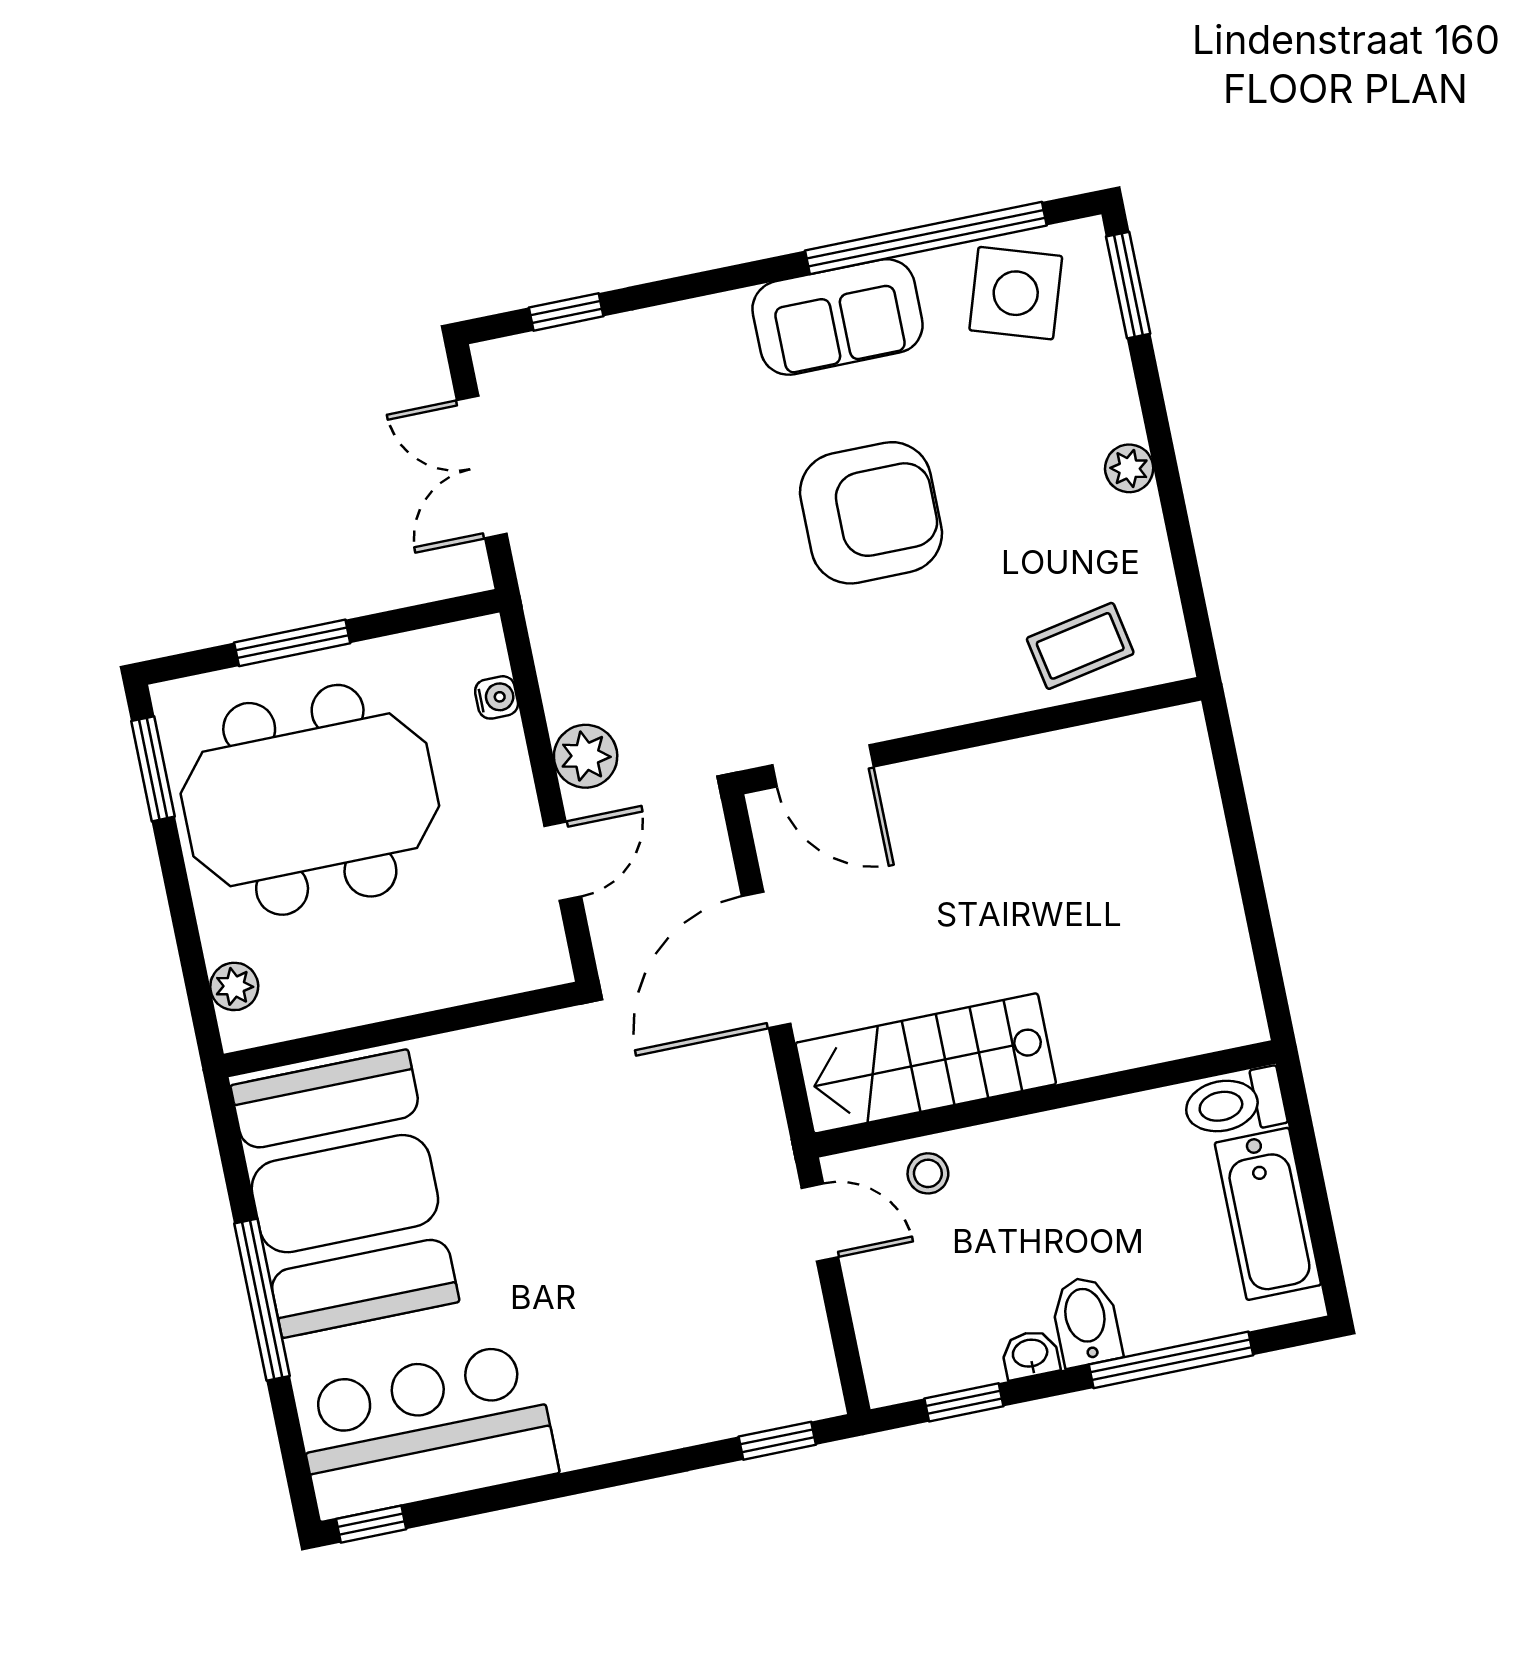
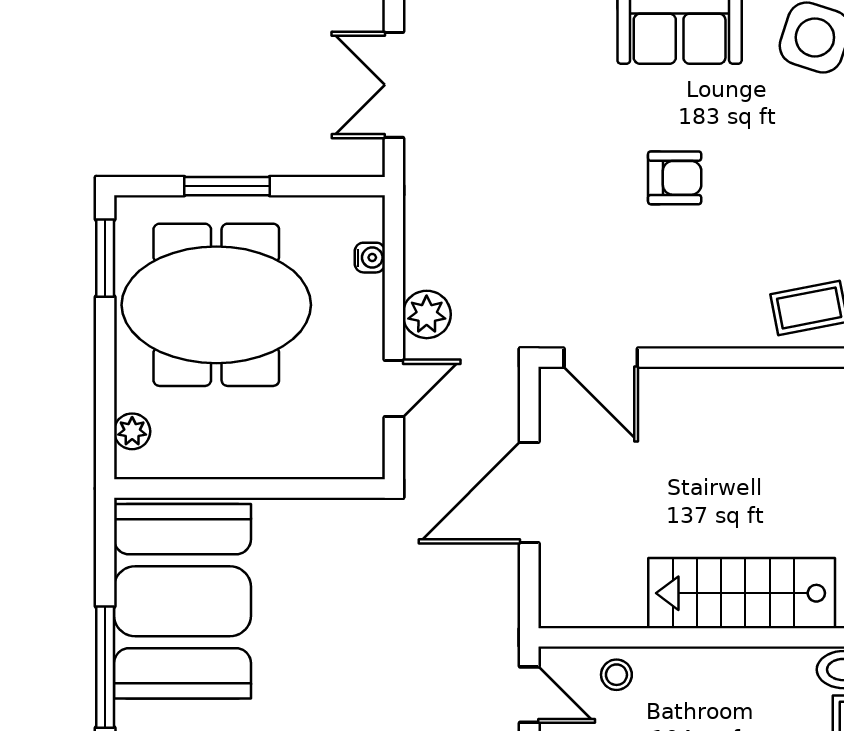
armchair: (871, 513) -> (675, 178), width x0.53, depth x0.53
stairs: (926, 1063) -> (742, 593), moved

